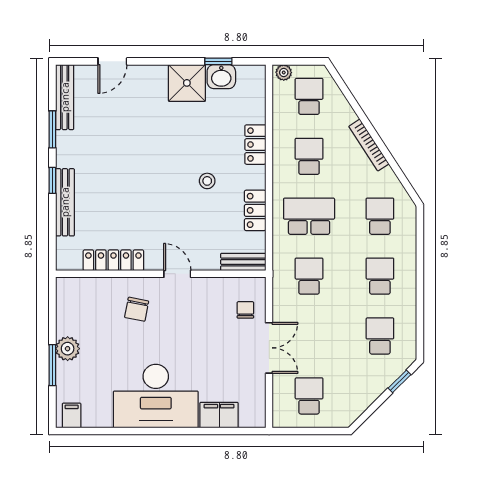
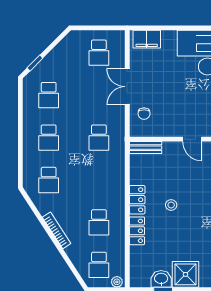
locker: (255, 210) -> (137, 200), moved
school desk: (309, 216) -> (99, 180), removed
filing cabinet: (219, 415) -> (147, 39), moved

